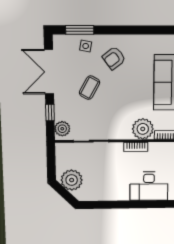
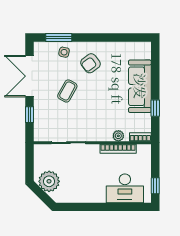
plant: (62, 129) -> (41, 130), removed
plant: (143, 129) -> (118, 136), width x0.53, depth x0.53
bookcase: (136, 147) -> (118, 149), width x1.56

